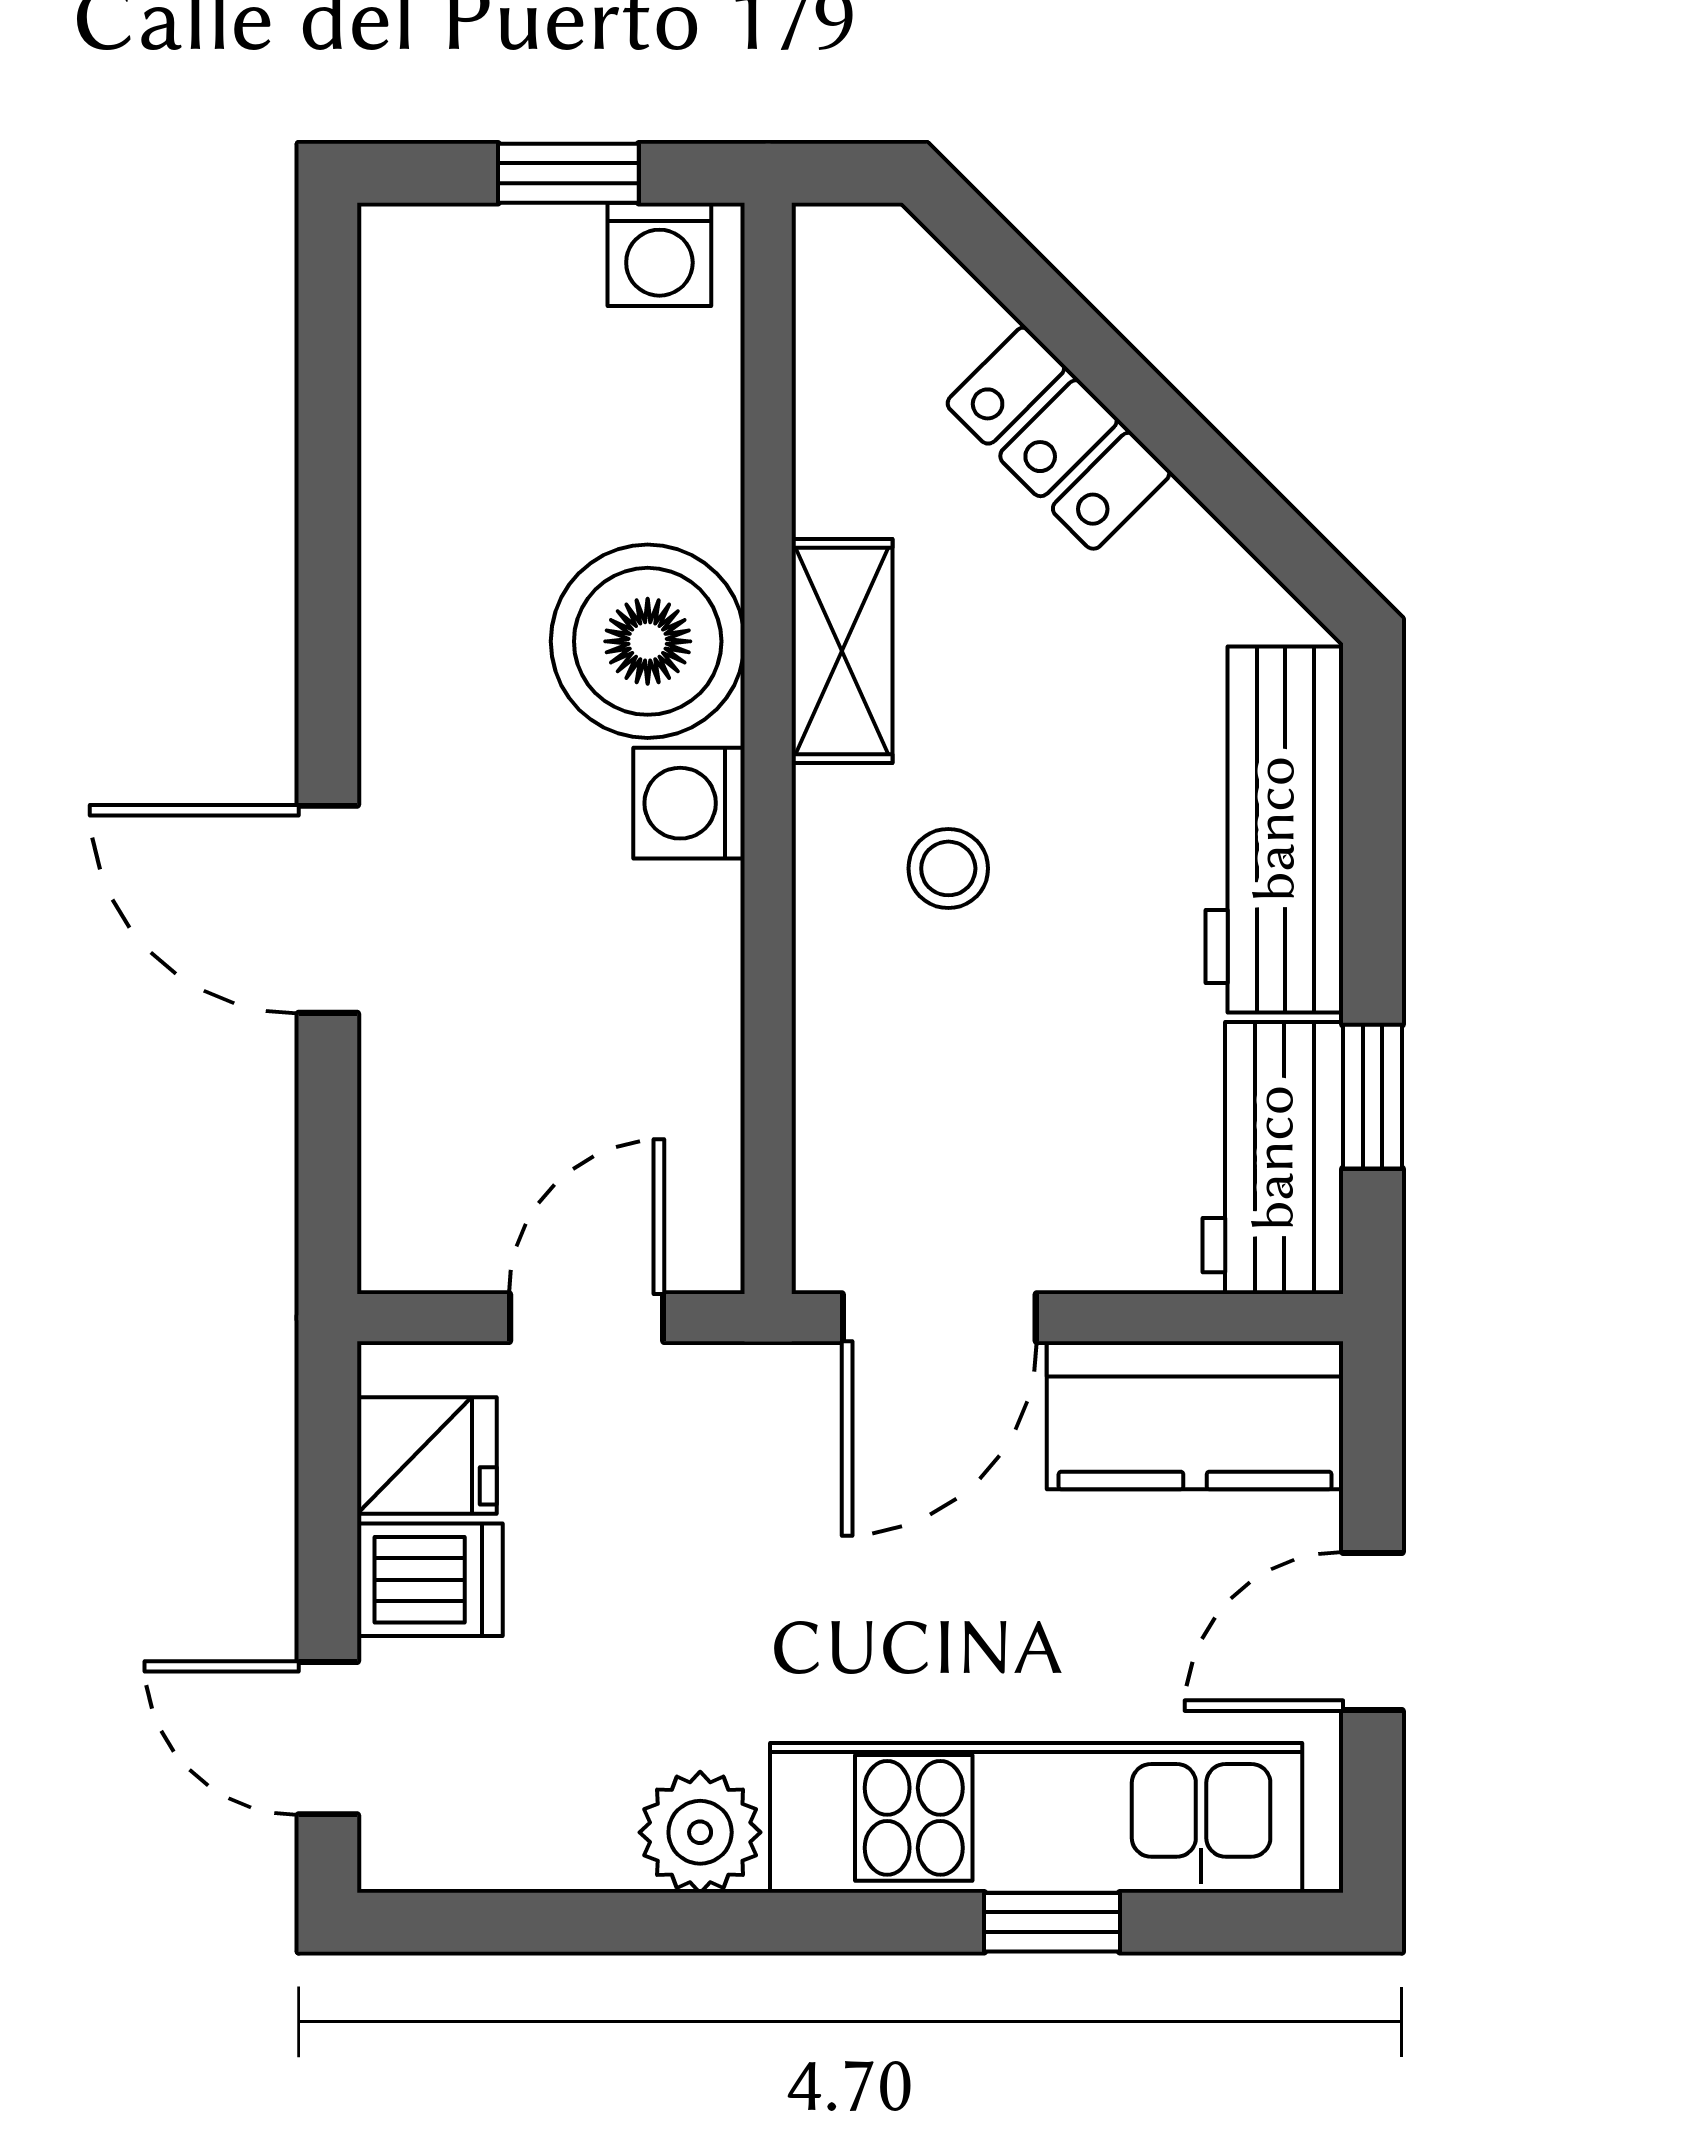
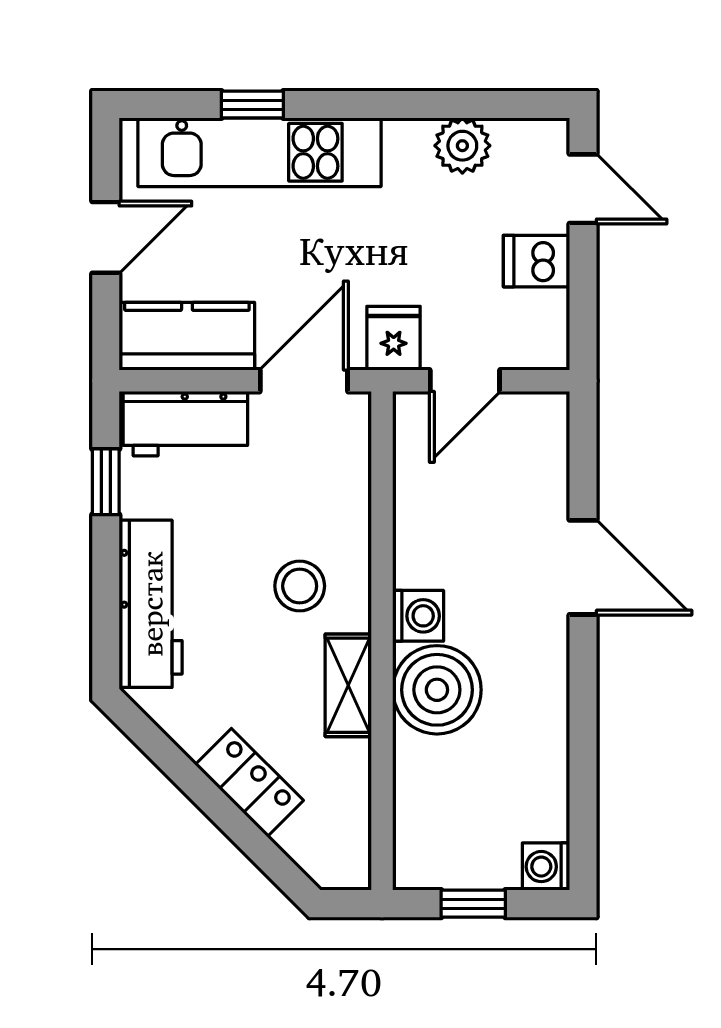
washing machine: (659, 254) -> (546, 867), moved, turned -90
stool: (948, 868) -> (300, 586), width x1.37, depth x1.37
workbench: (1273, 1158) -> (185, 424), moved, turned 90
fridge: (427, 1455) -> (394, 338), moved, turned 90
plant: (700, 1832) -> (462, 146), moved

